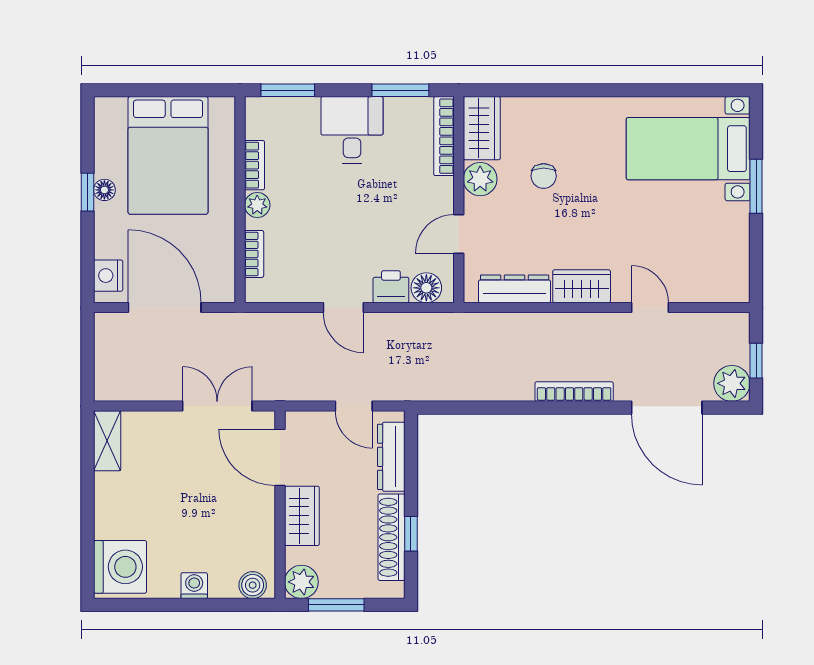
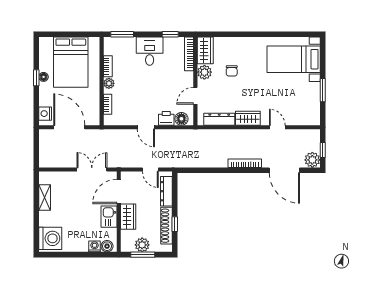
window: (400, 90) -> (170, 34), width x0.67
window: (756, 186) -> (323, 90), moved
shelving: (107, 441) -> (45, 198), moved
door: (280, 457) -> (119, 191), hinge flipped
kitchen sink: (257, 516) -> (109, 217), added
plant: (301, 582) -> (142, 245), moved
washing machine: (194, 586) -> (95, 246), moved

